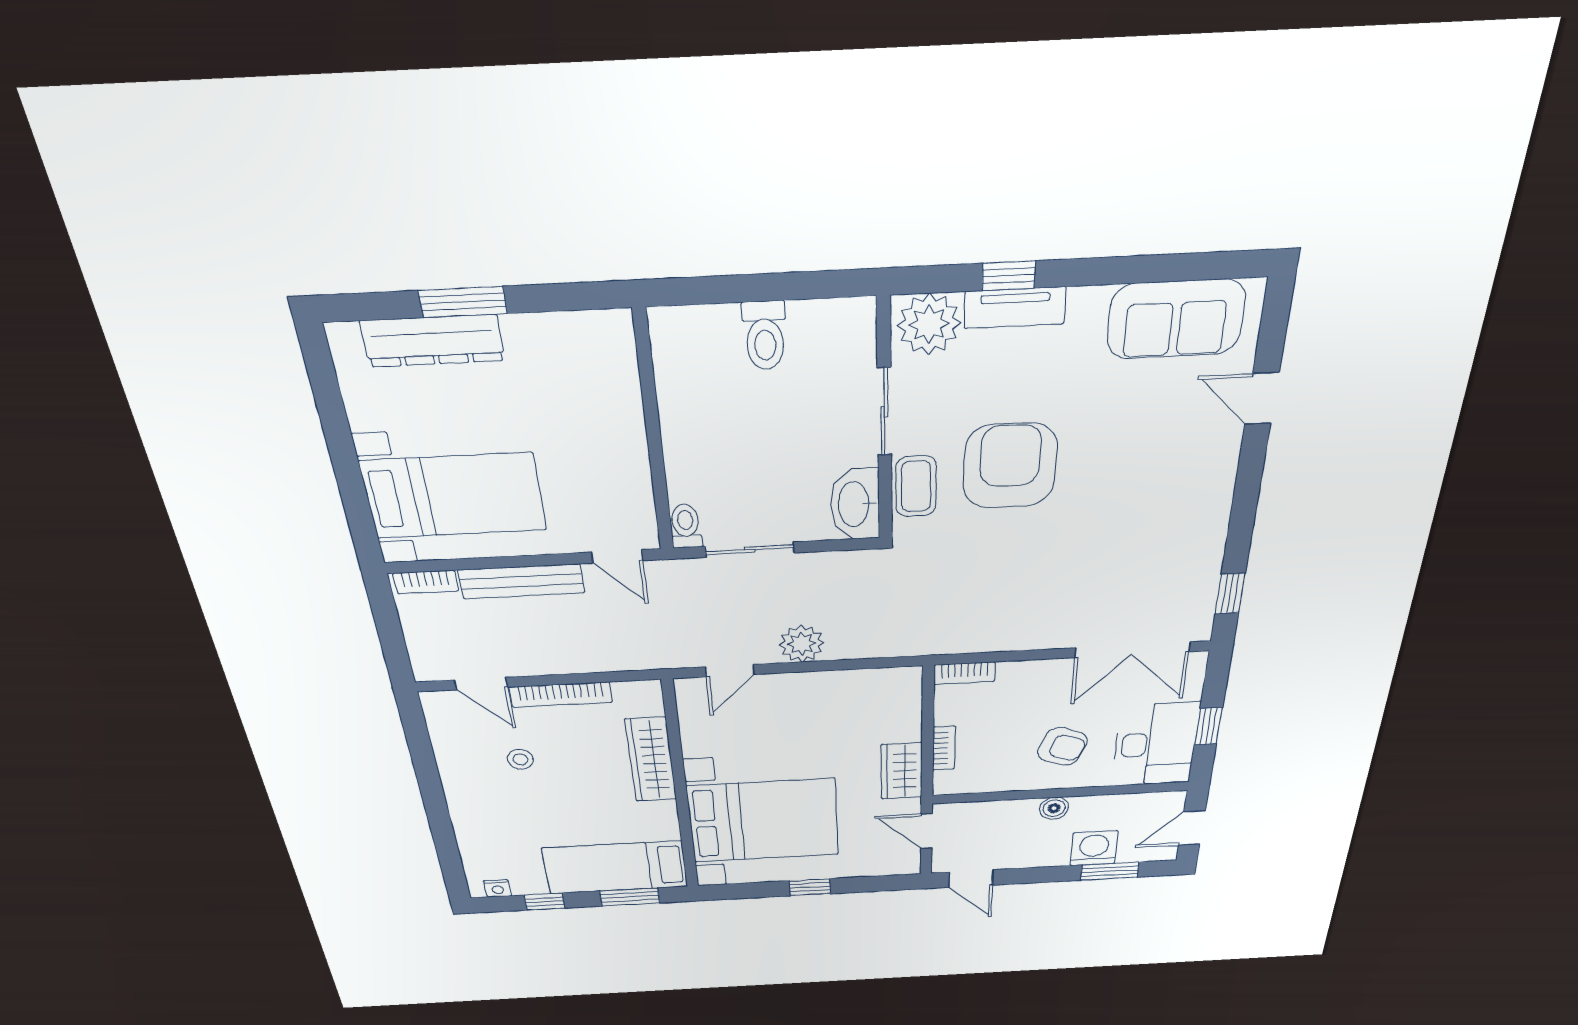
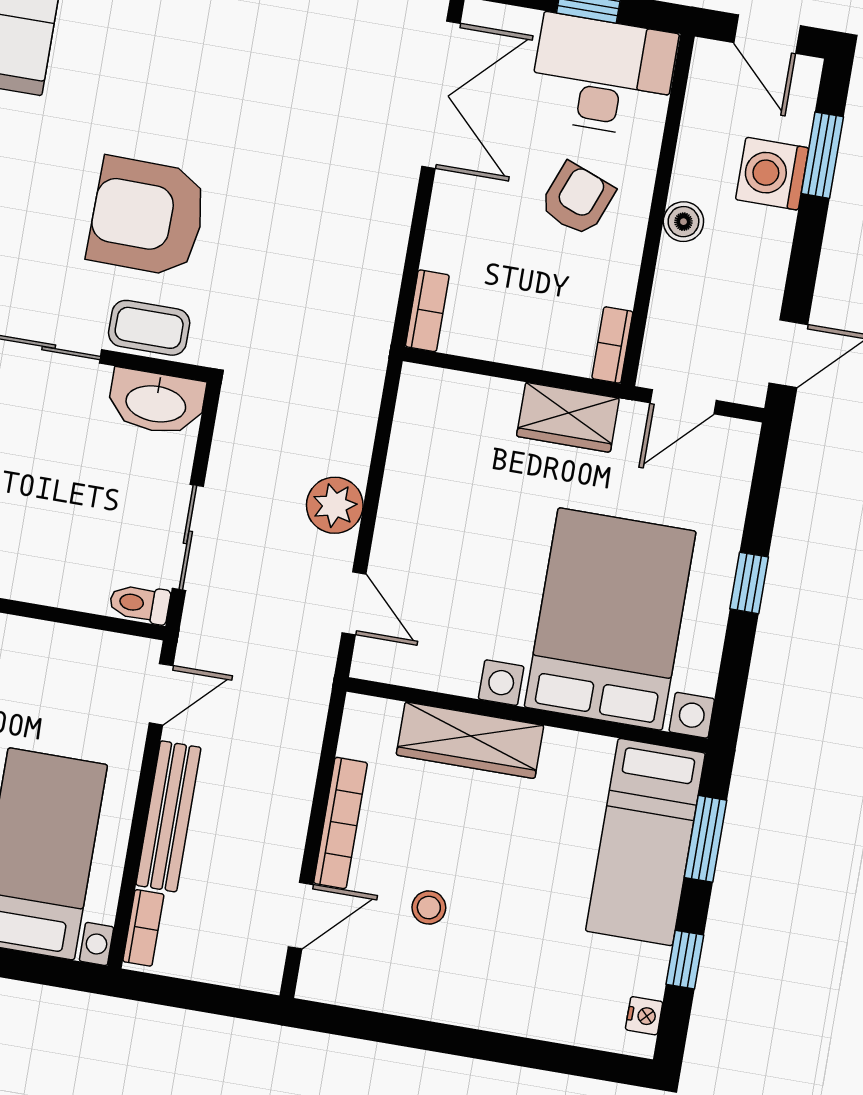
bookcase: (944, 748) -> (612, 345), moved, turned -90

